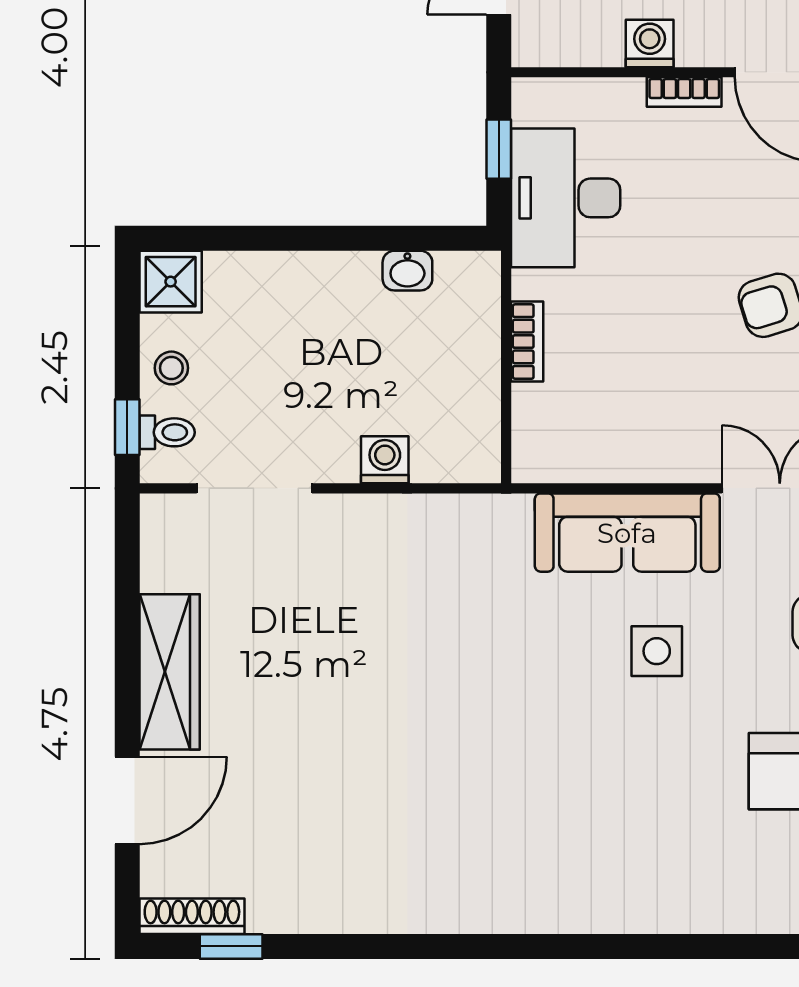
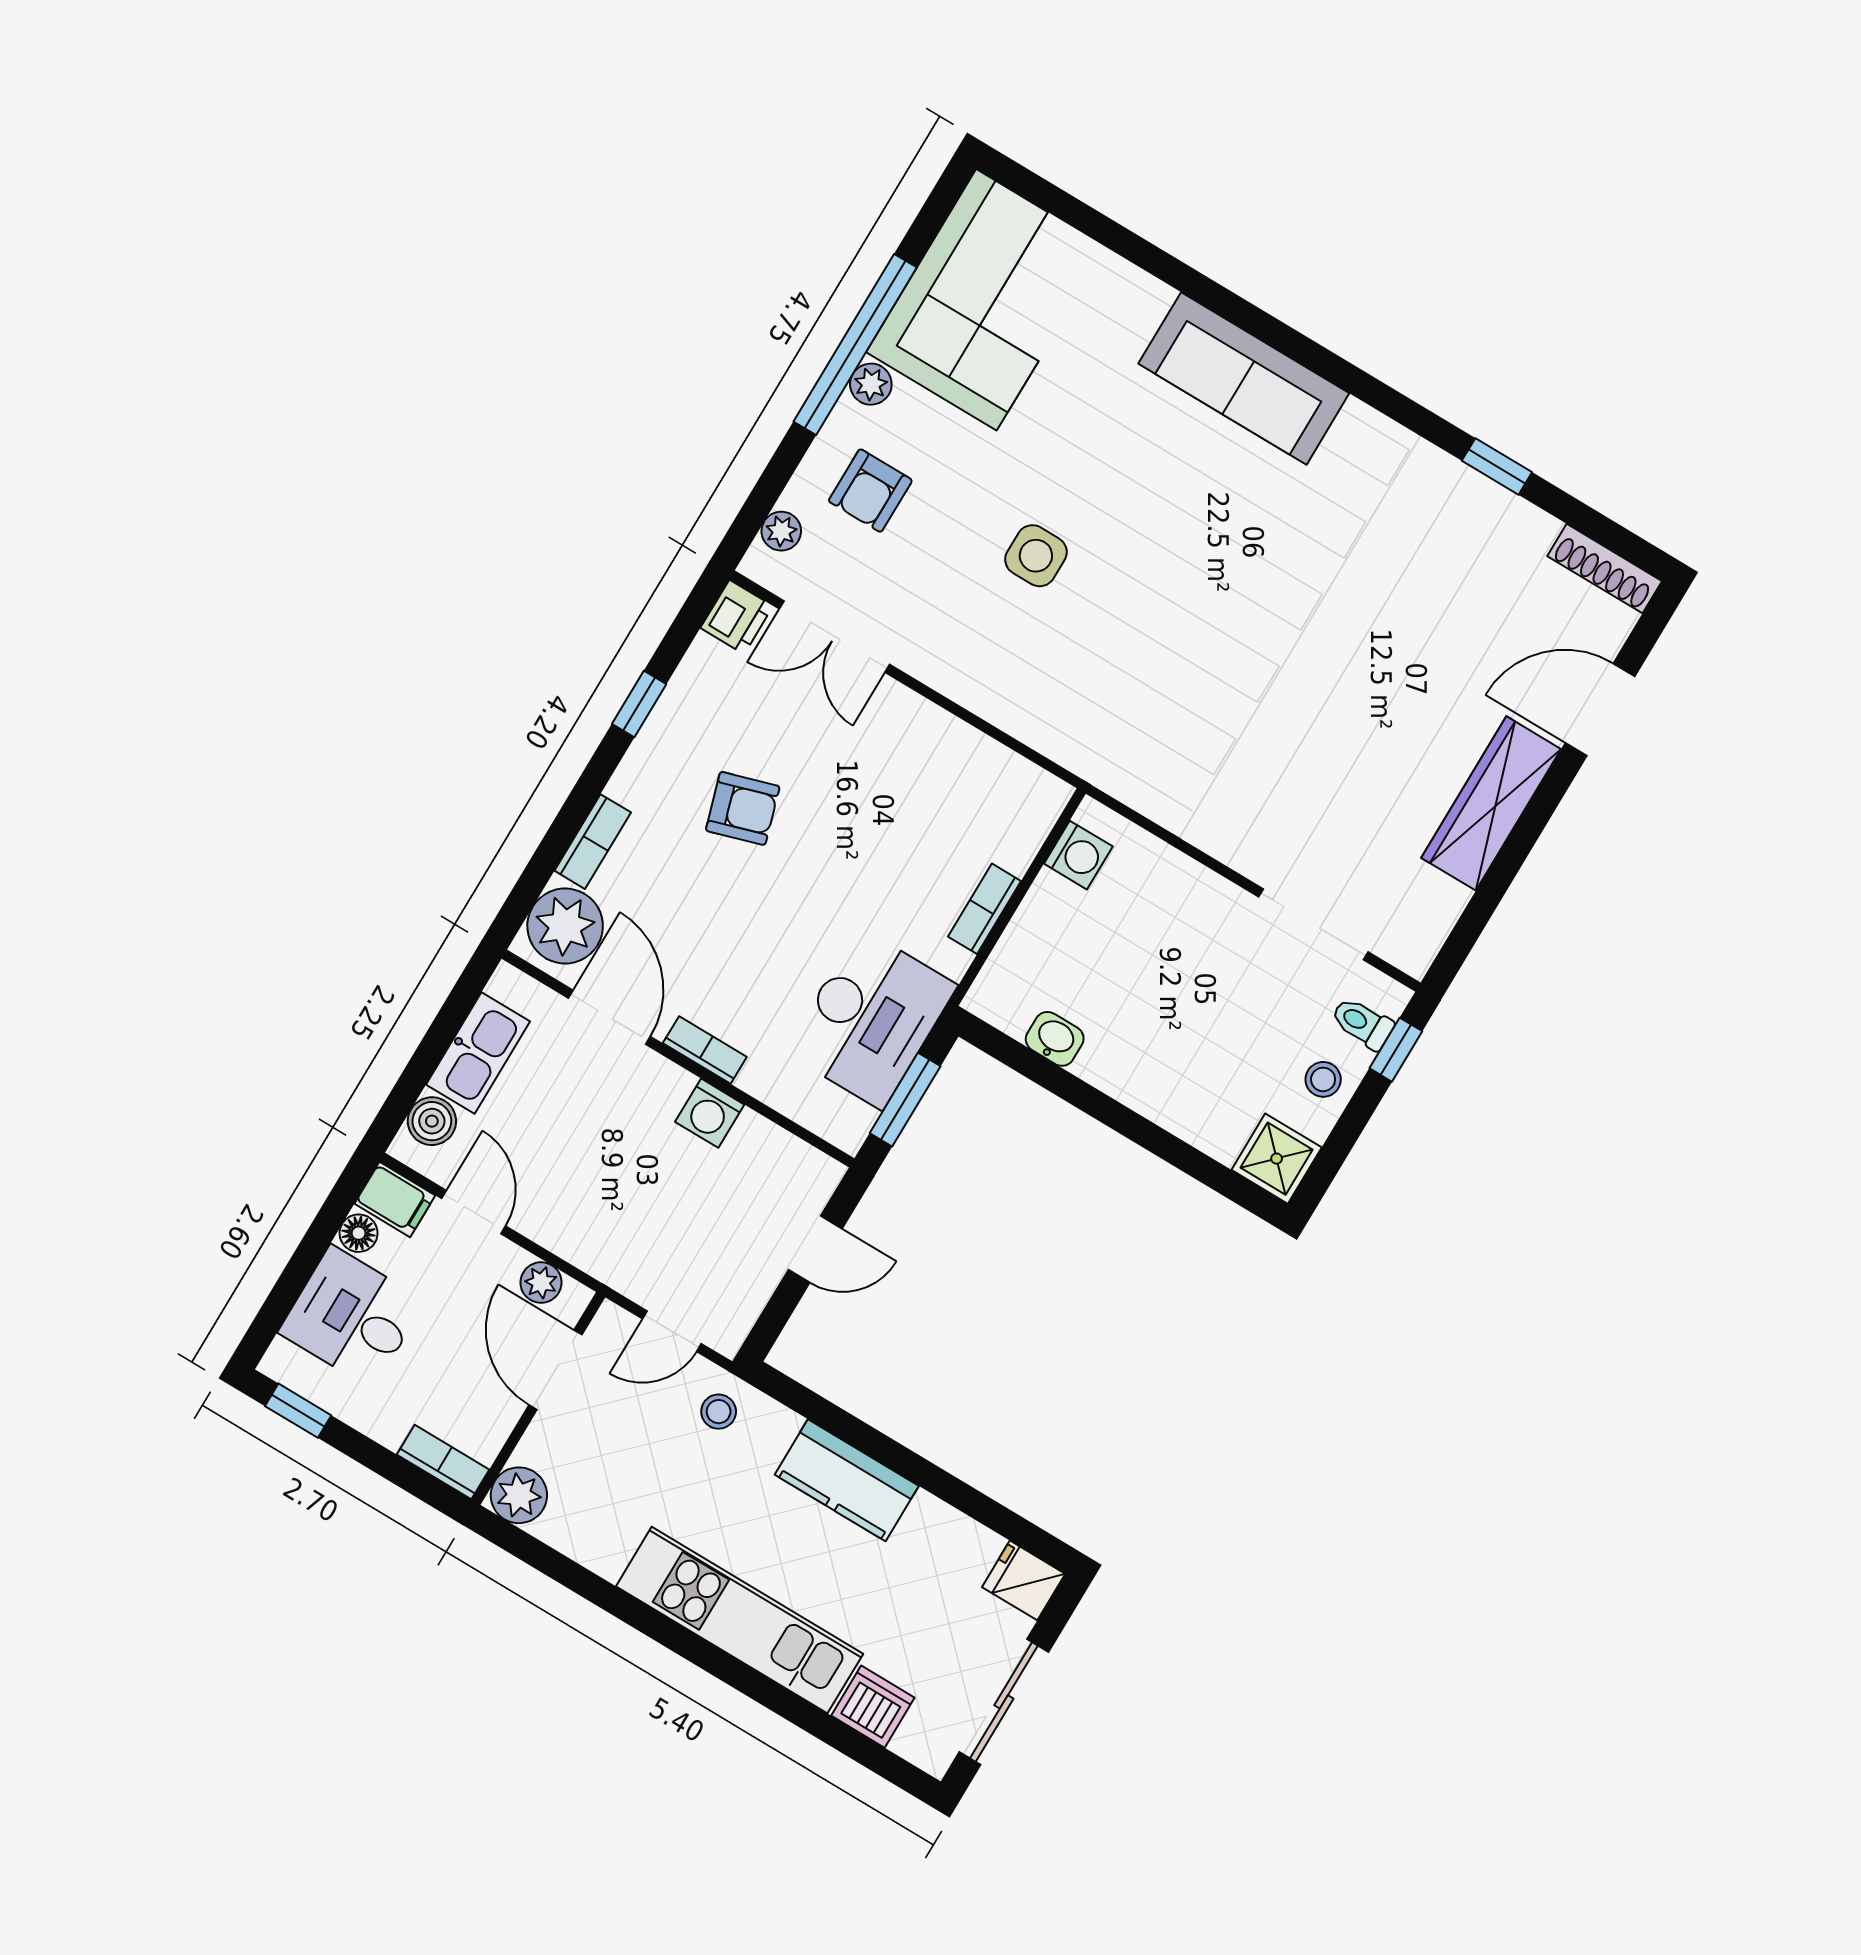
window: (499, 149) -> (905, 1100), width x1.50
washing machine: (385, 460) -> (1078, 855), moved, turned -90
sofa: (627, 533) -> (1244, 378), moved, turned 180
window: (231, 946) -> (1497, 466), moved

